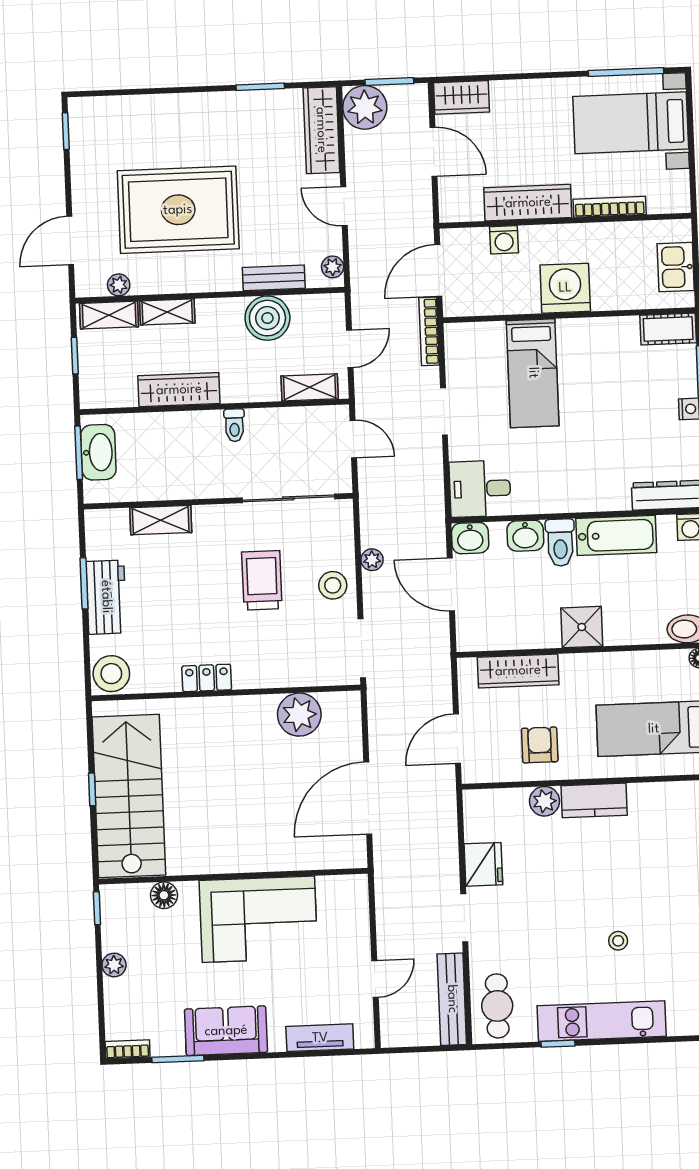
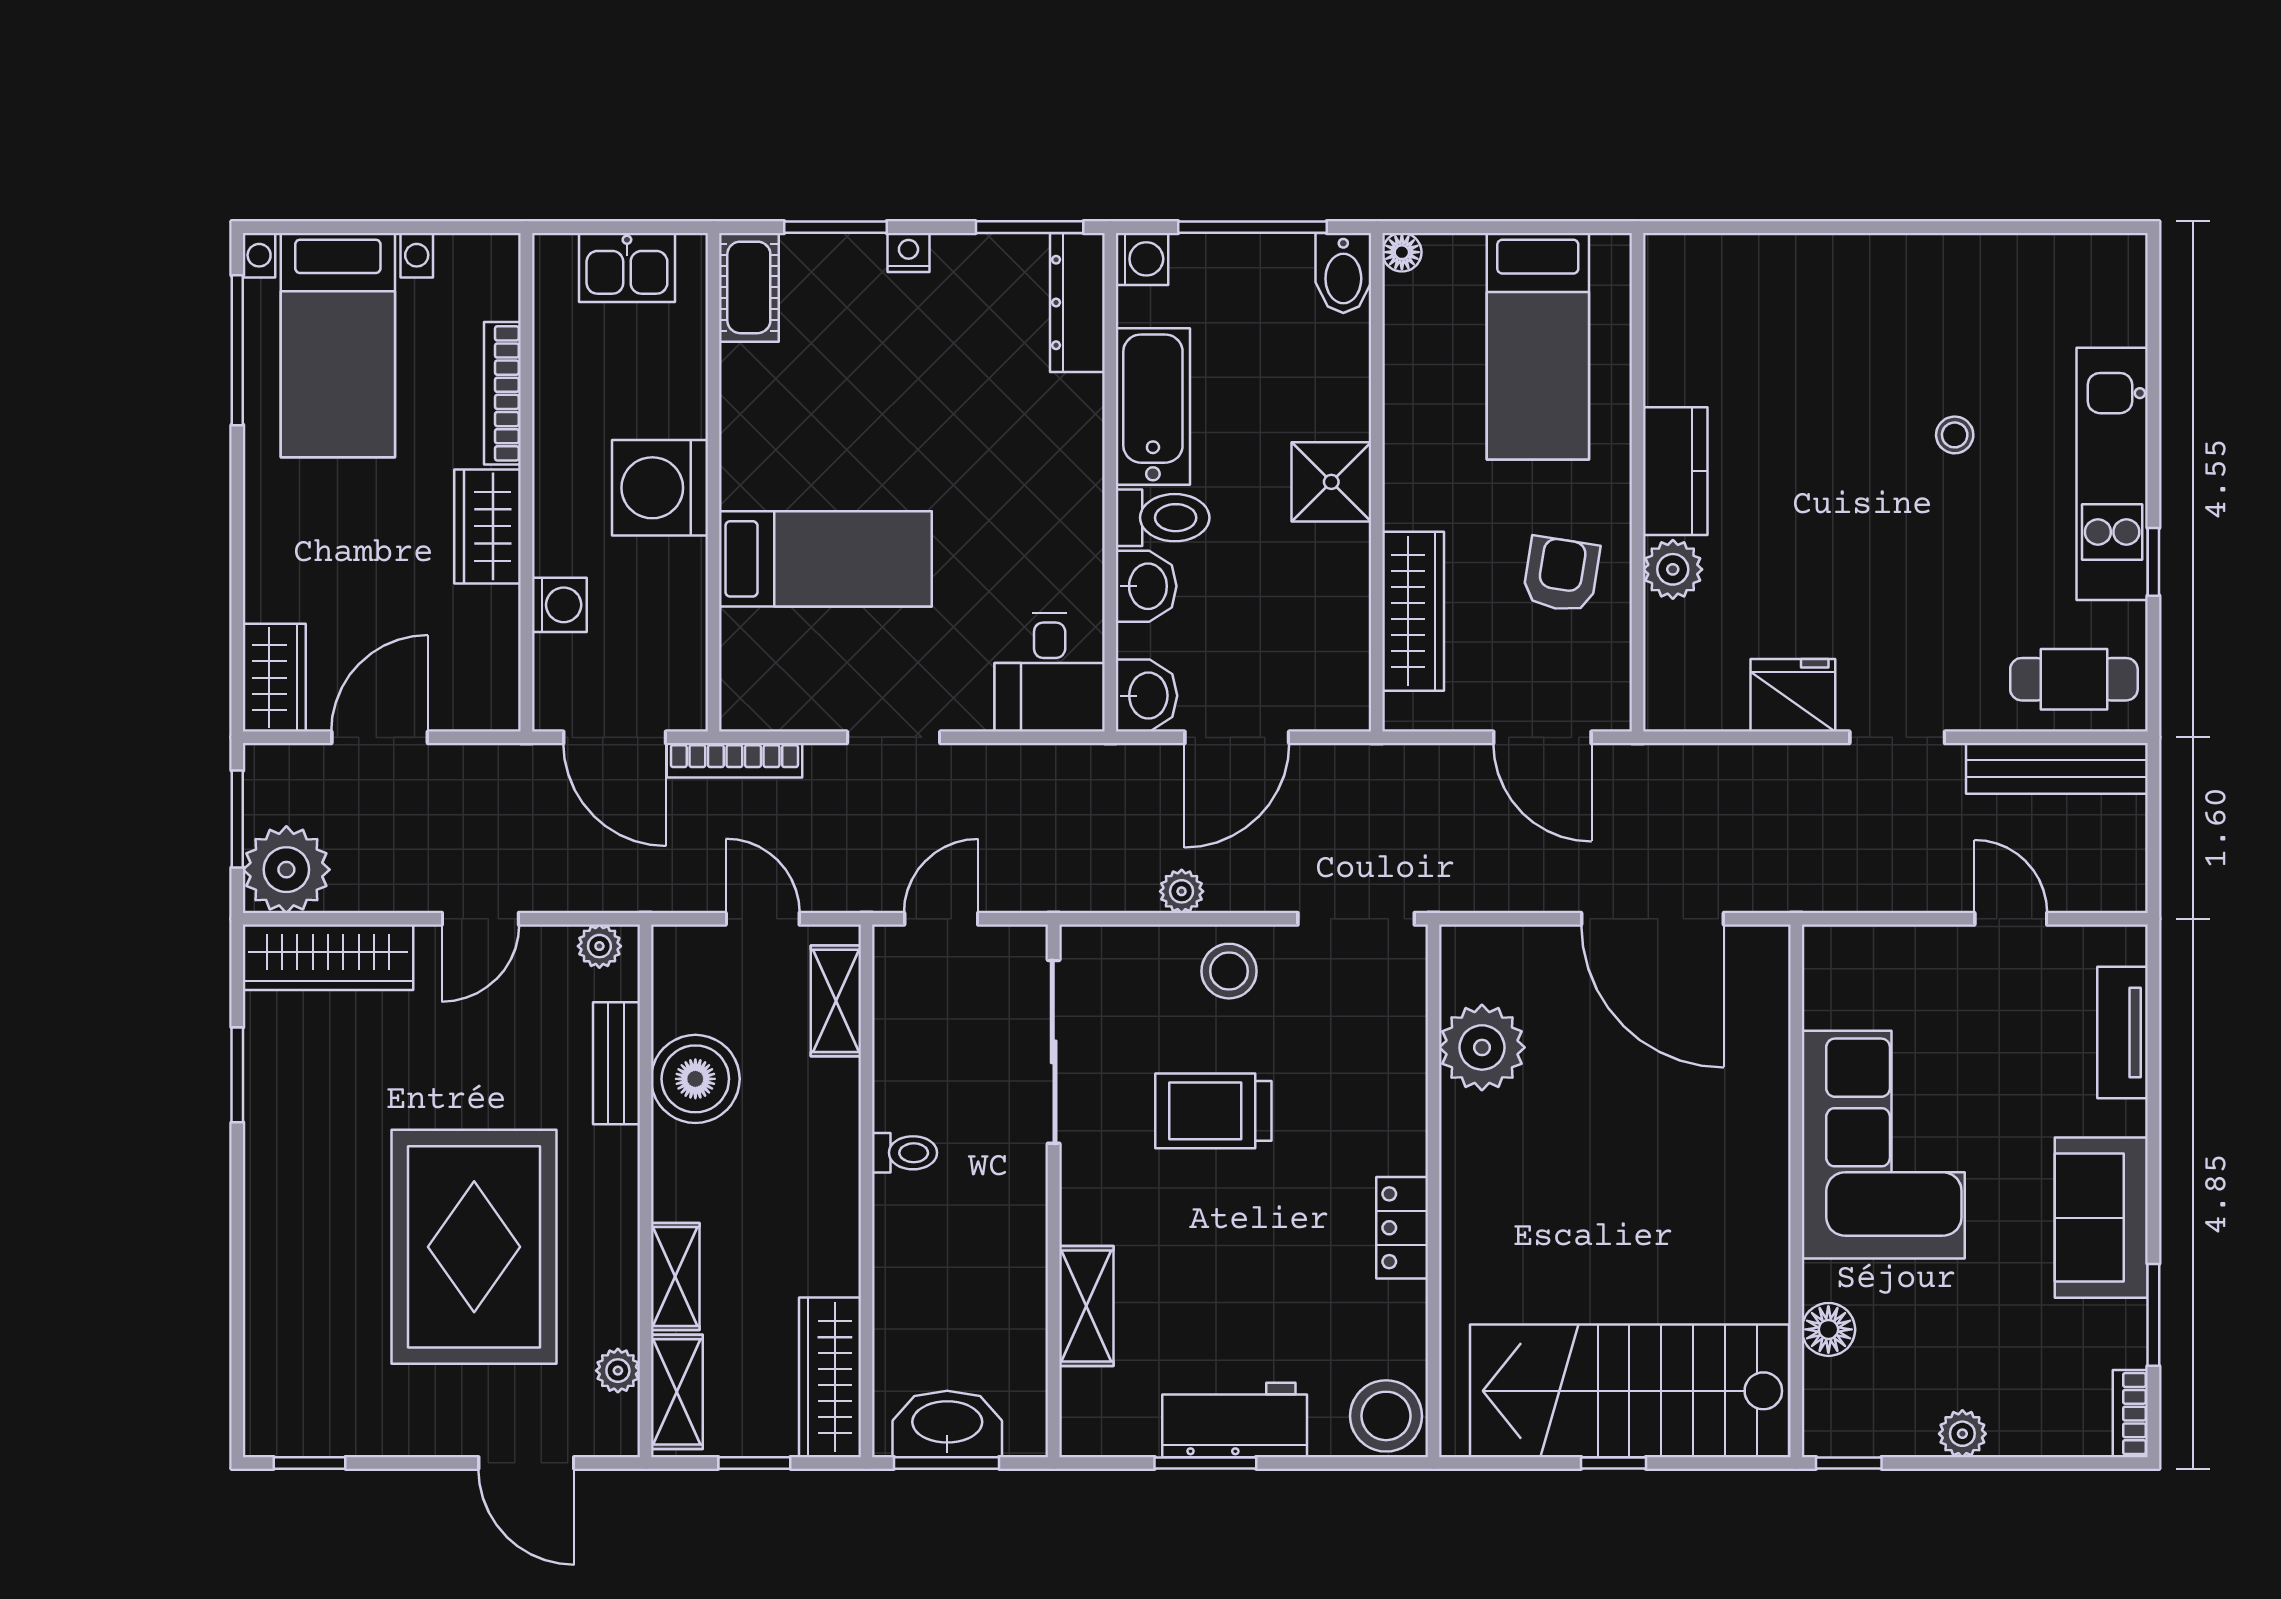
wardrobe: (528, 203) -> (488, 526), width x0.67
wardrobe: (179, 390) -> (830, 1377), moved
armchair: (540, 745) -> (1561, 574), turned 99

